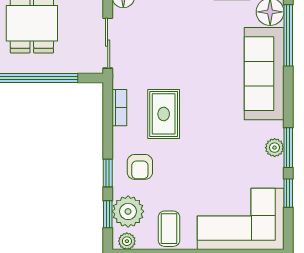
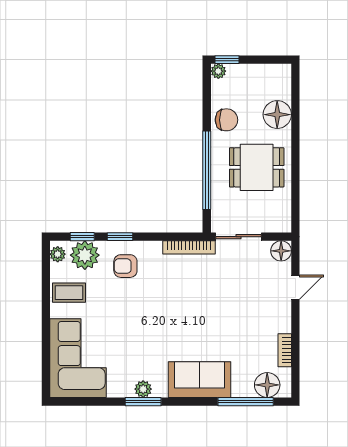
sofa: (264, 74) -> (199, 380), width x0.73
bookcase: (119, 108) -> (189, 247), width x1.56
rug: (164, 114) -> (174, 288), removed
window: (288, 193) -> (102, 402), removed

